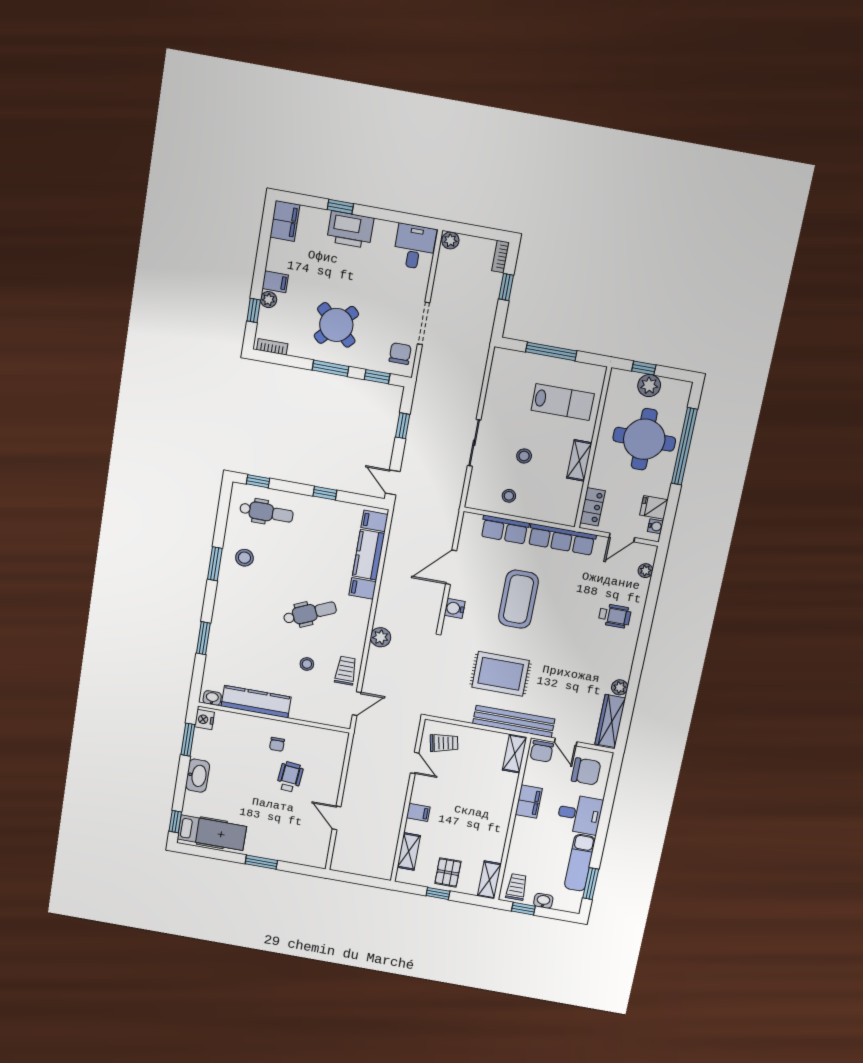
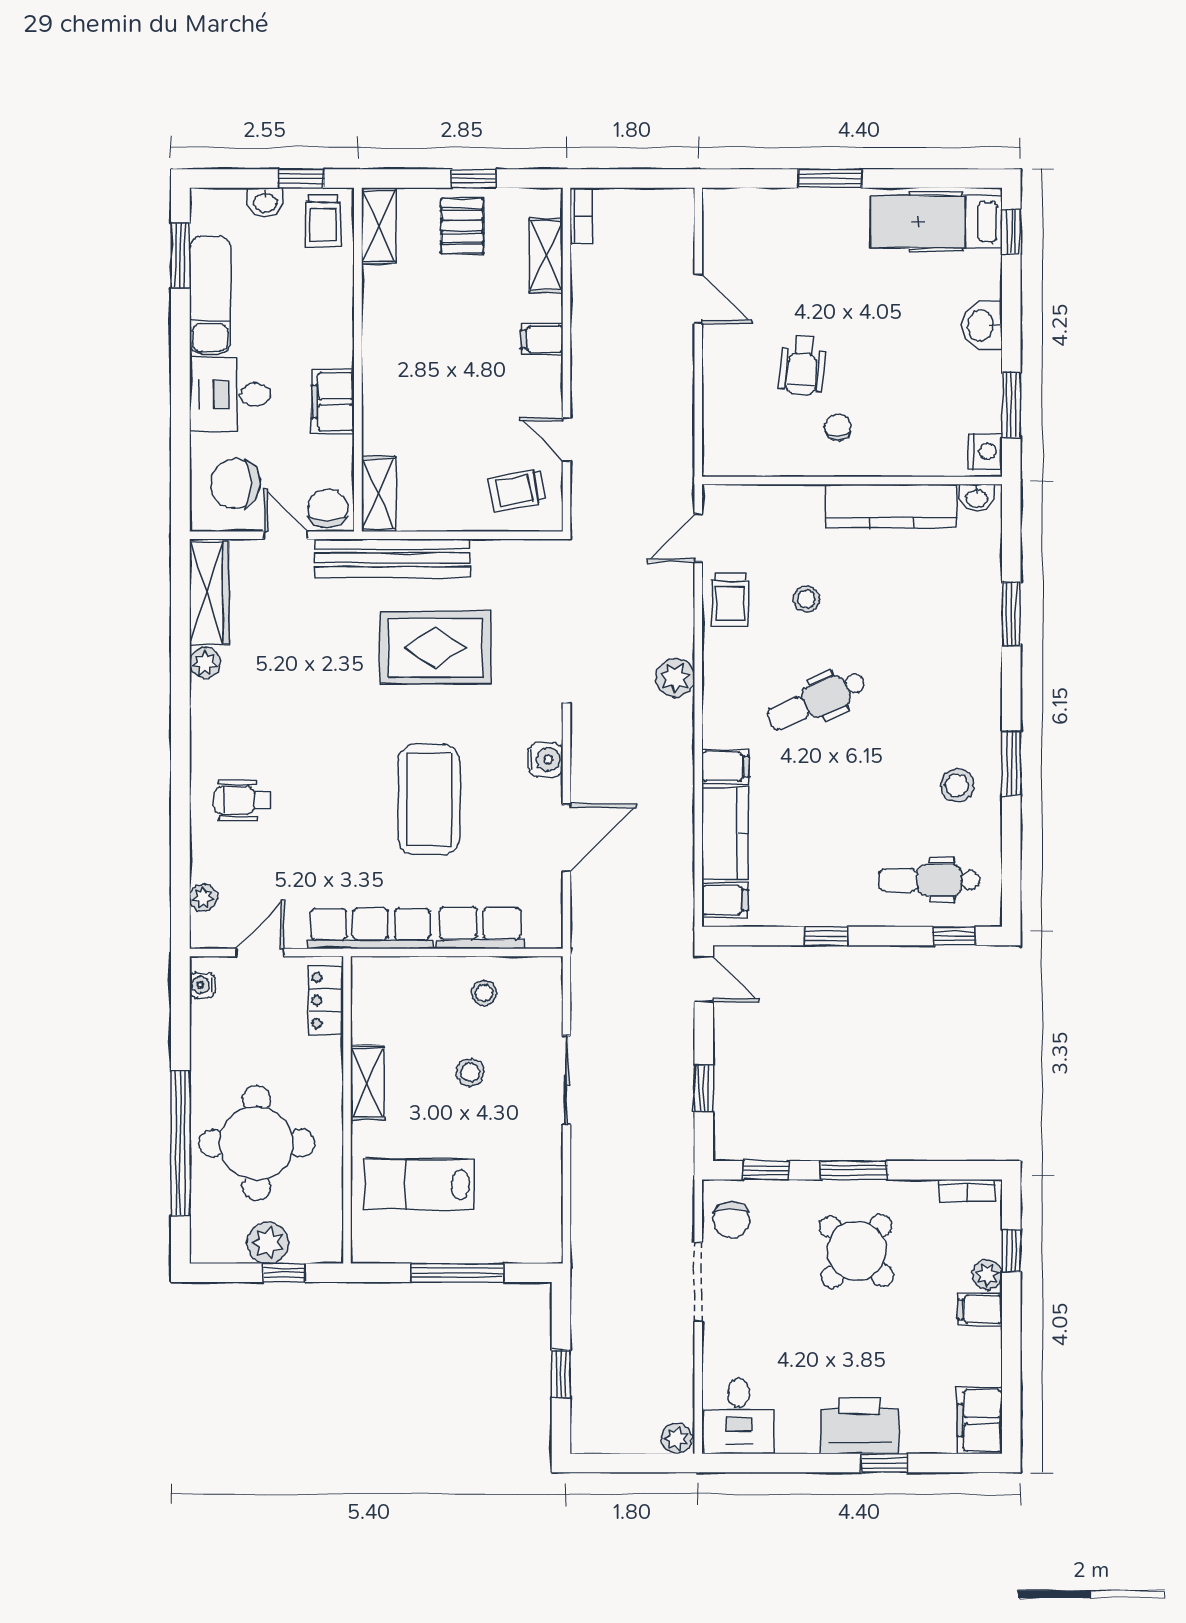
bookcase: (500, 257) -> (581, 216), moved
fridge: (654, 507) -> (213, 1020), removed
washbasin: (198, 776) -> (982, 325), width x0.72

